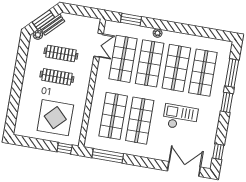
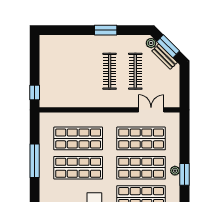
window: (131, 19) -> (185, 174), moved
double door: (99, 45) -> (151, 110), swing flipped
window: (19, 74) -> (106, 30), added
display table: (55, 118) -> (66, 77), removed
window: (108, 156) -> (35, 161), moved

